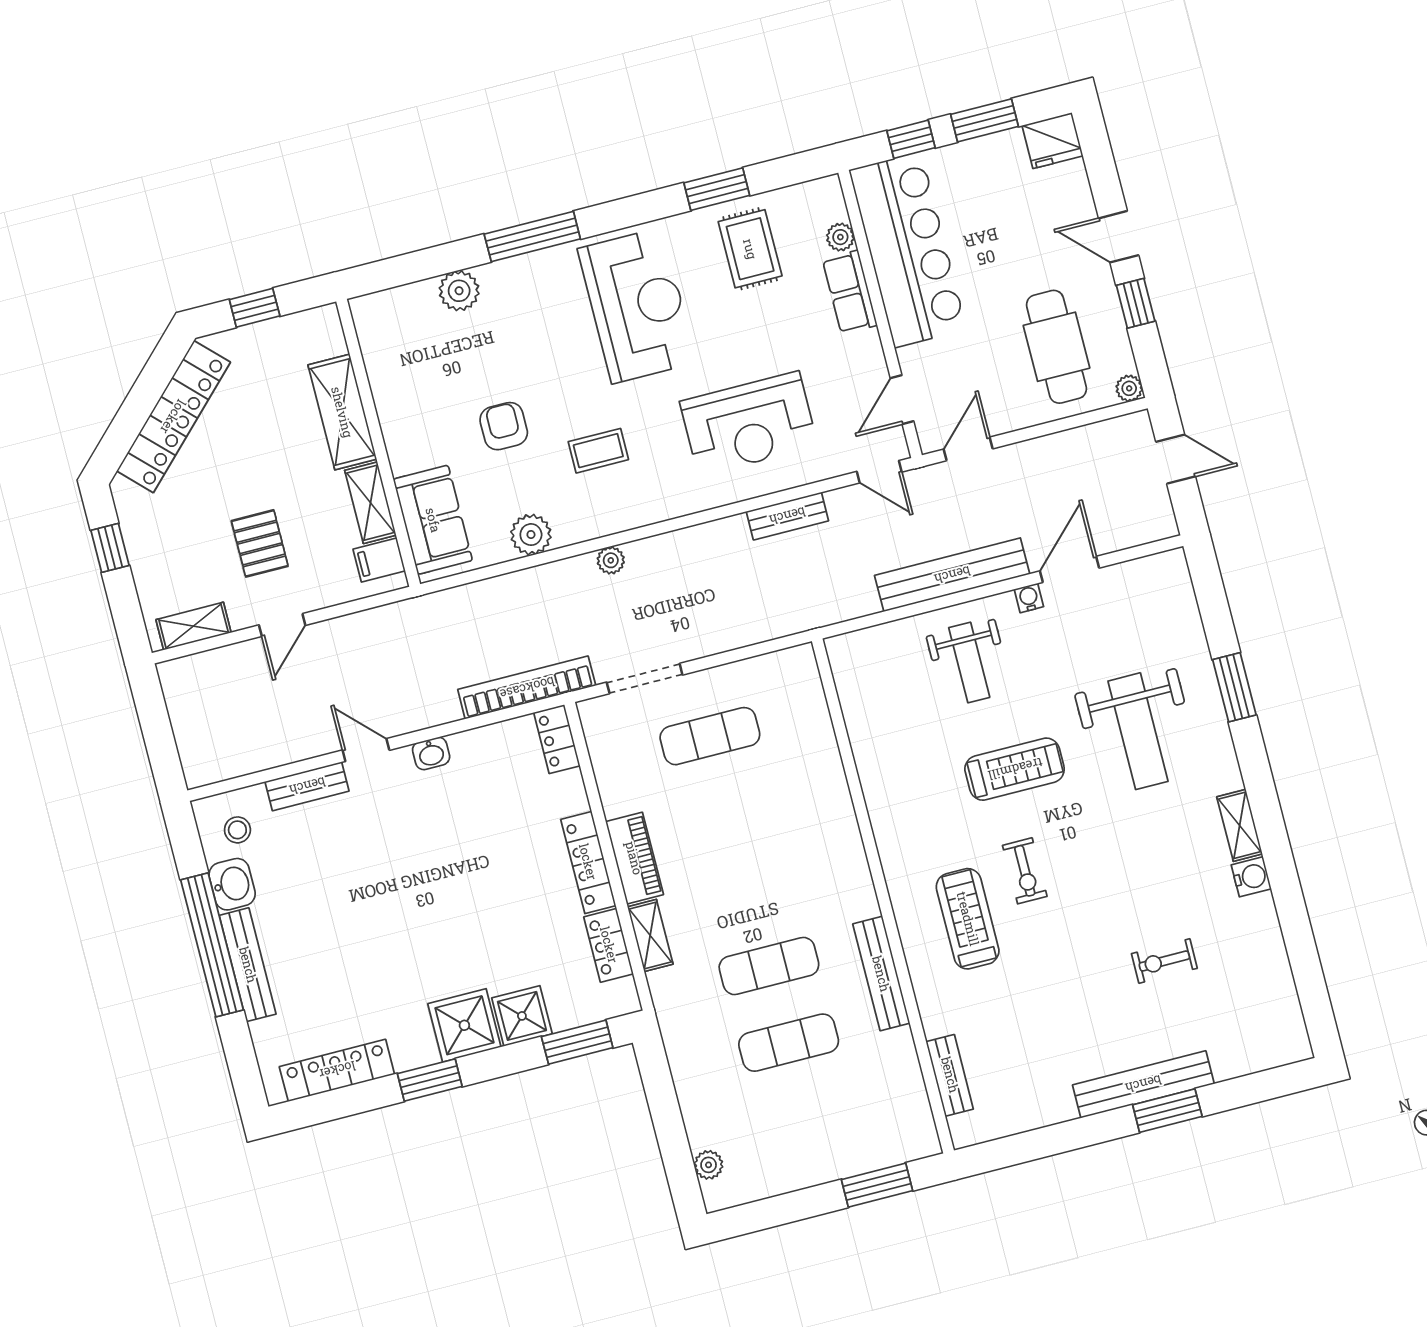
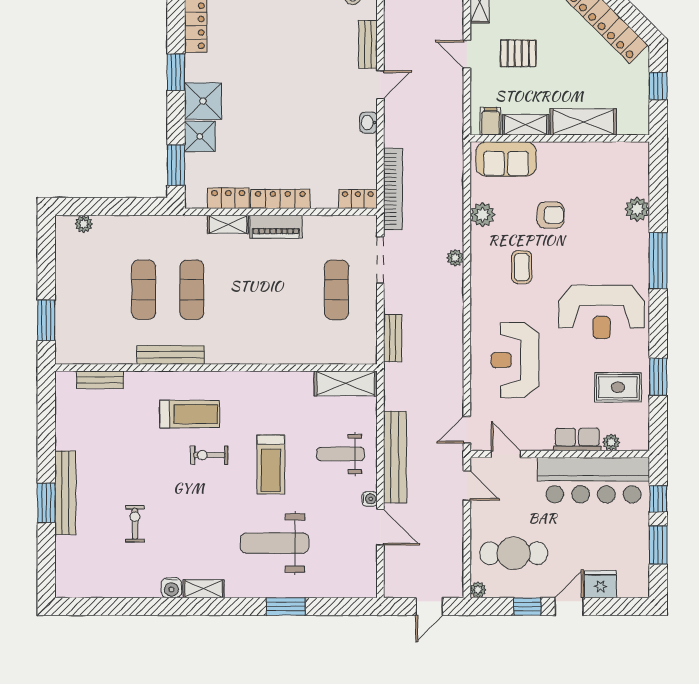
fridge: (1053, 141) -> (601, 584), moved, turned 90
bench: (787, 516) -> (393, 338), moved
shelving: (855, 683) -> (346, 383), added

